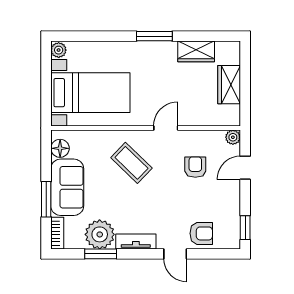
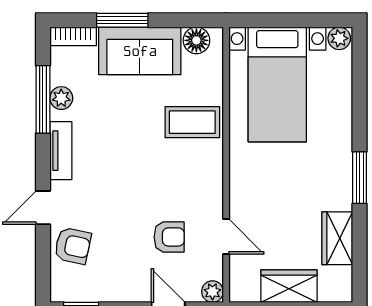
door: (166, 128) -> (226, 237), moved
coffee table: (131, 163) -> (192, 122), moved, turned 46
armchair: (201, 233) -> (73, 246), turned -78
plant: (100, 234) -> (61, 98), width x0.53, depth x0.53
window: (101, 254) -> (43, 99), width x1.44

